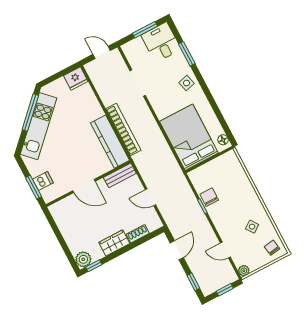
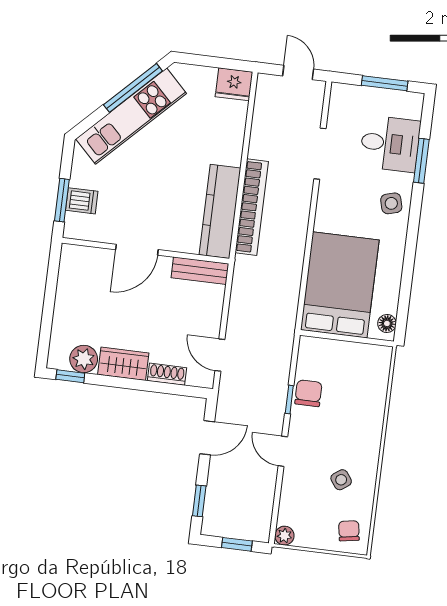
desk: (161, 42) -> (390, 144), moved, turned 90
door: (84, 186) -> (137, 250), hinge flipped
door: (150, 197) -> (220, 355), moved
door: (225, 250) -> (283, 451), moved
plant: (83, 259) -> (84, 359), moved

